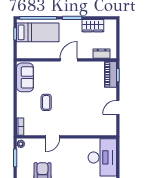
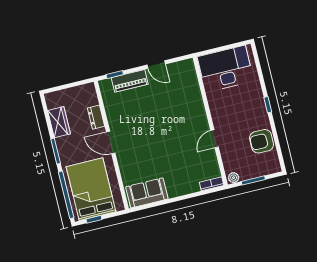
bed: (38, 32) -> (91, 189), width x1.50
dresser: (102, 54) -> (96, 117), moved
piano: (110, 74) -> (130, 81), moved
coffee table: (46, 102) -> (172, 158), removed
door: (53, 137) -> (215, 139), swing flipped

